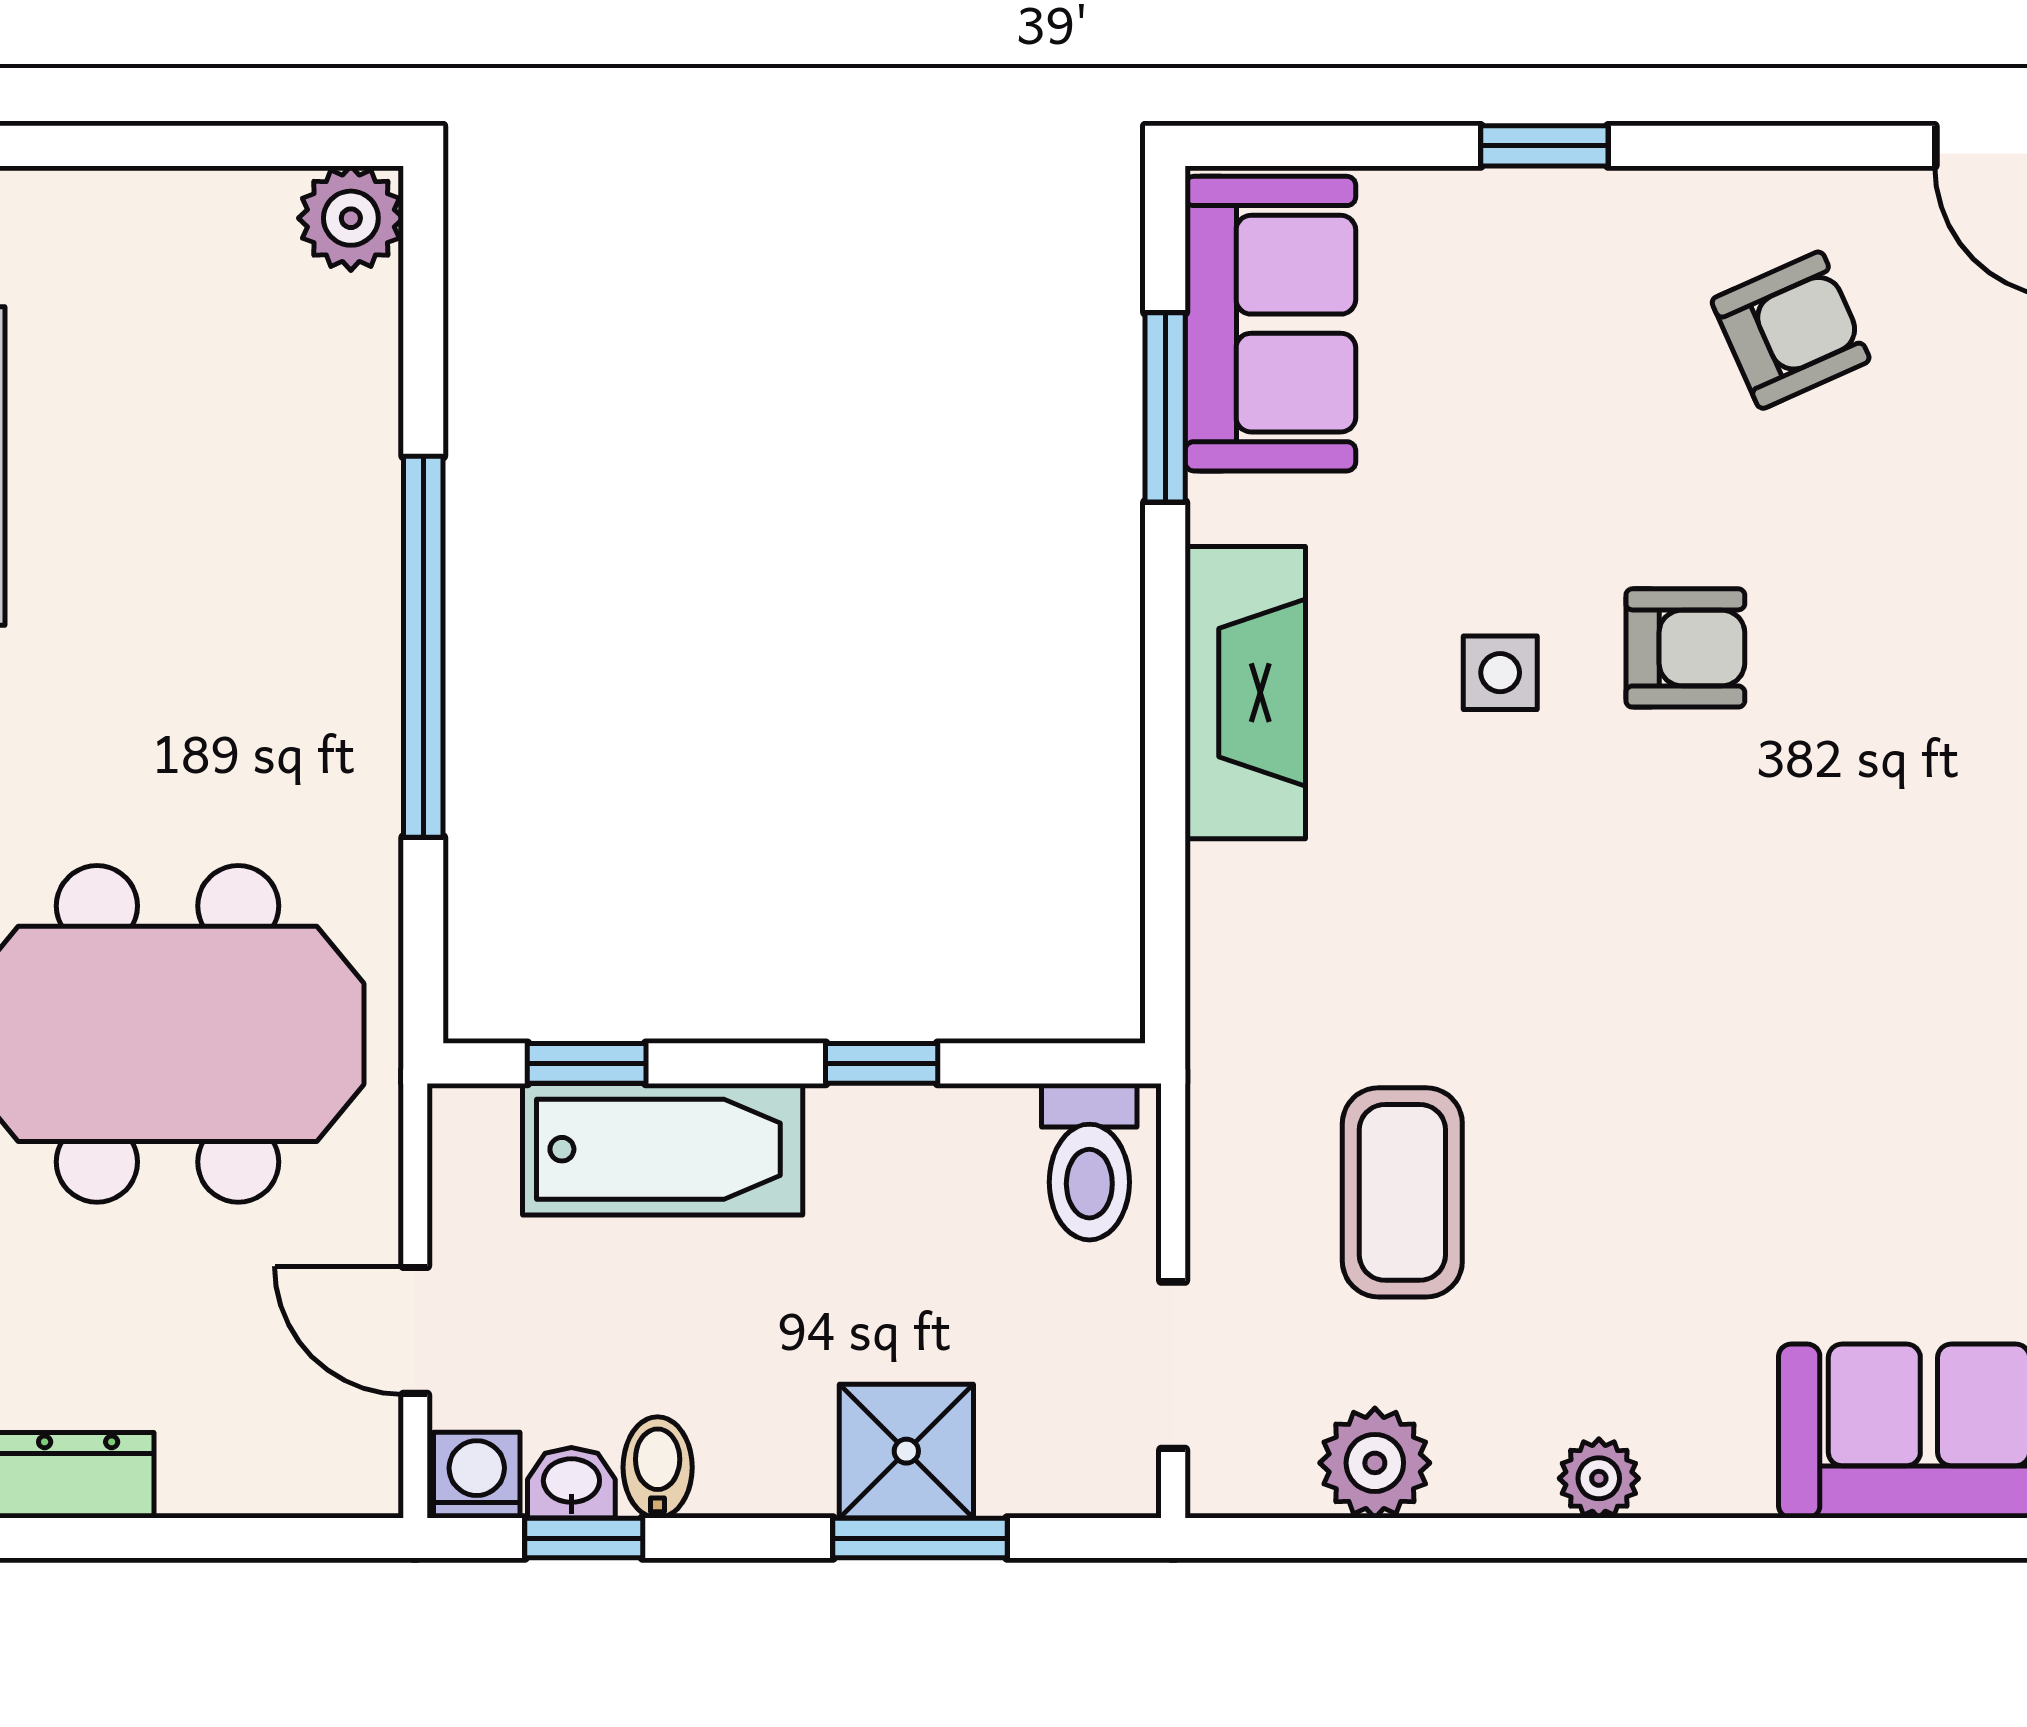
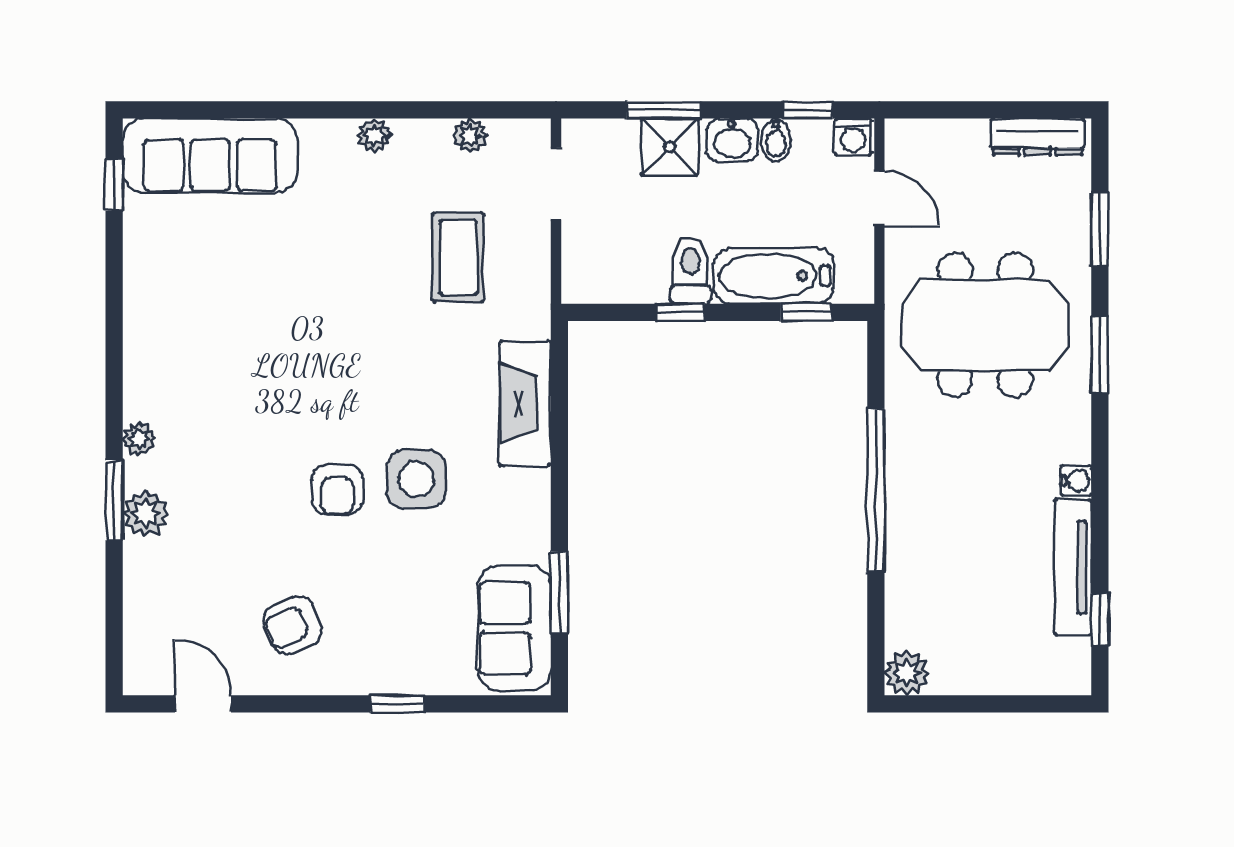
armchair: (1685, 648) -> (337, 490), turned -90
side table: (1500, 673) -> (416, 479), width x1.87, depth x1.87
fireplace: (1245, 693) -> (525, 403), moved
toilet: (1089, 1162) -> (690, 270), moved
plant: (1375, 1463) -> (470, 136), width x0.73, depth x0.73
washbasin: (571, 1483) -> (732, 140), moved, width x1.38, depth x1.45

